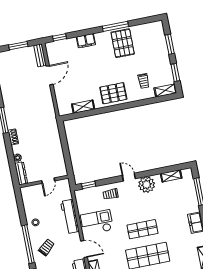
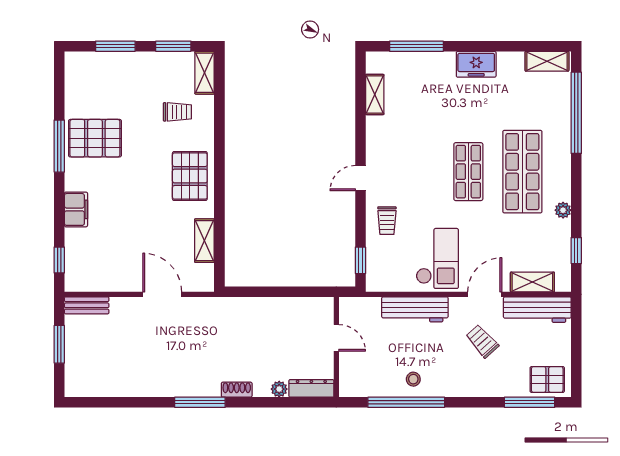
door: (50, 75) -> (162, 294), moved
plant: (147, 185) -> (382, 146), removed
checkout: (97, 222) -> (437, 258), turned 180
window: (28, 244) -> (406, 402), moved
trolley: (46, 247) -> (482, 341), moved

